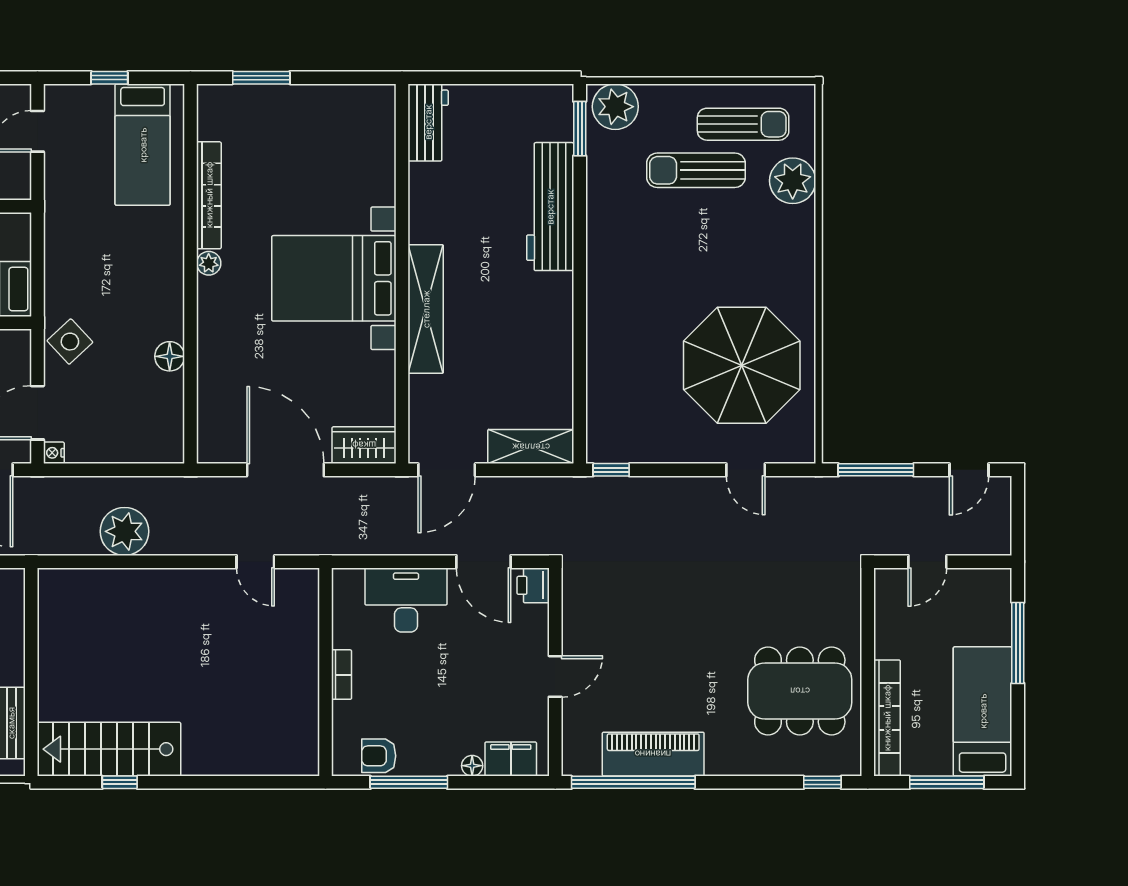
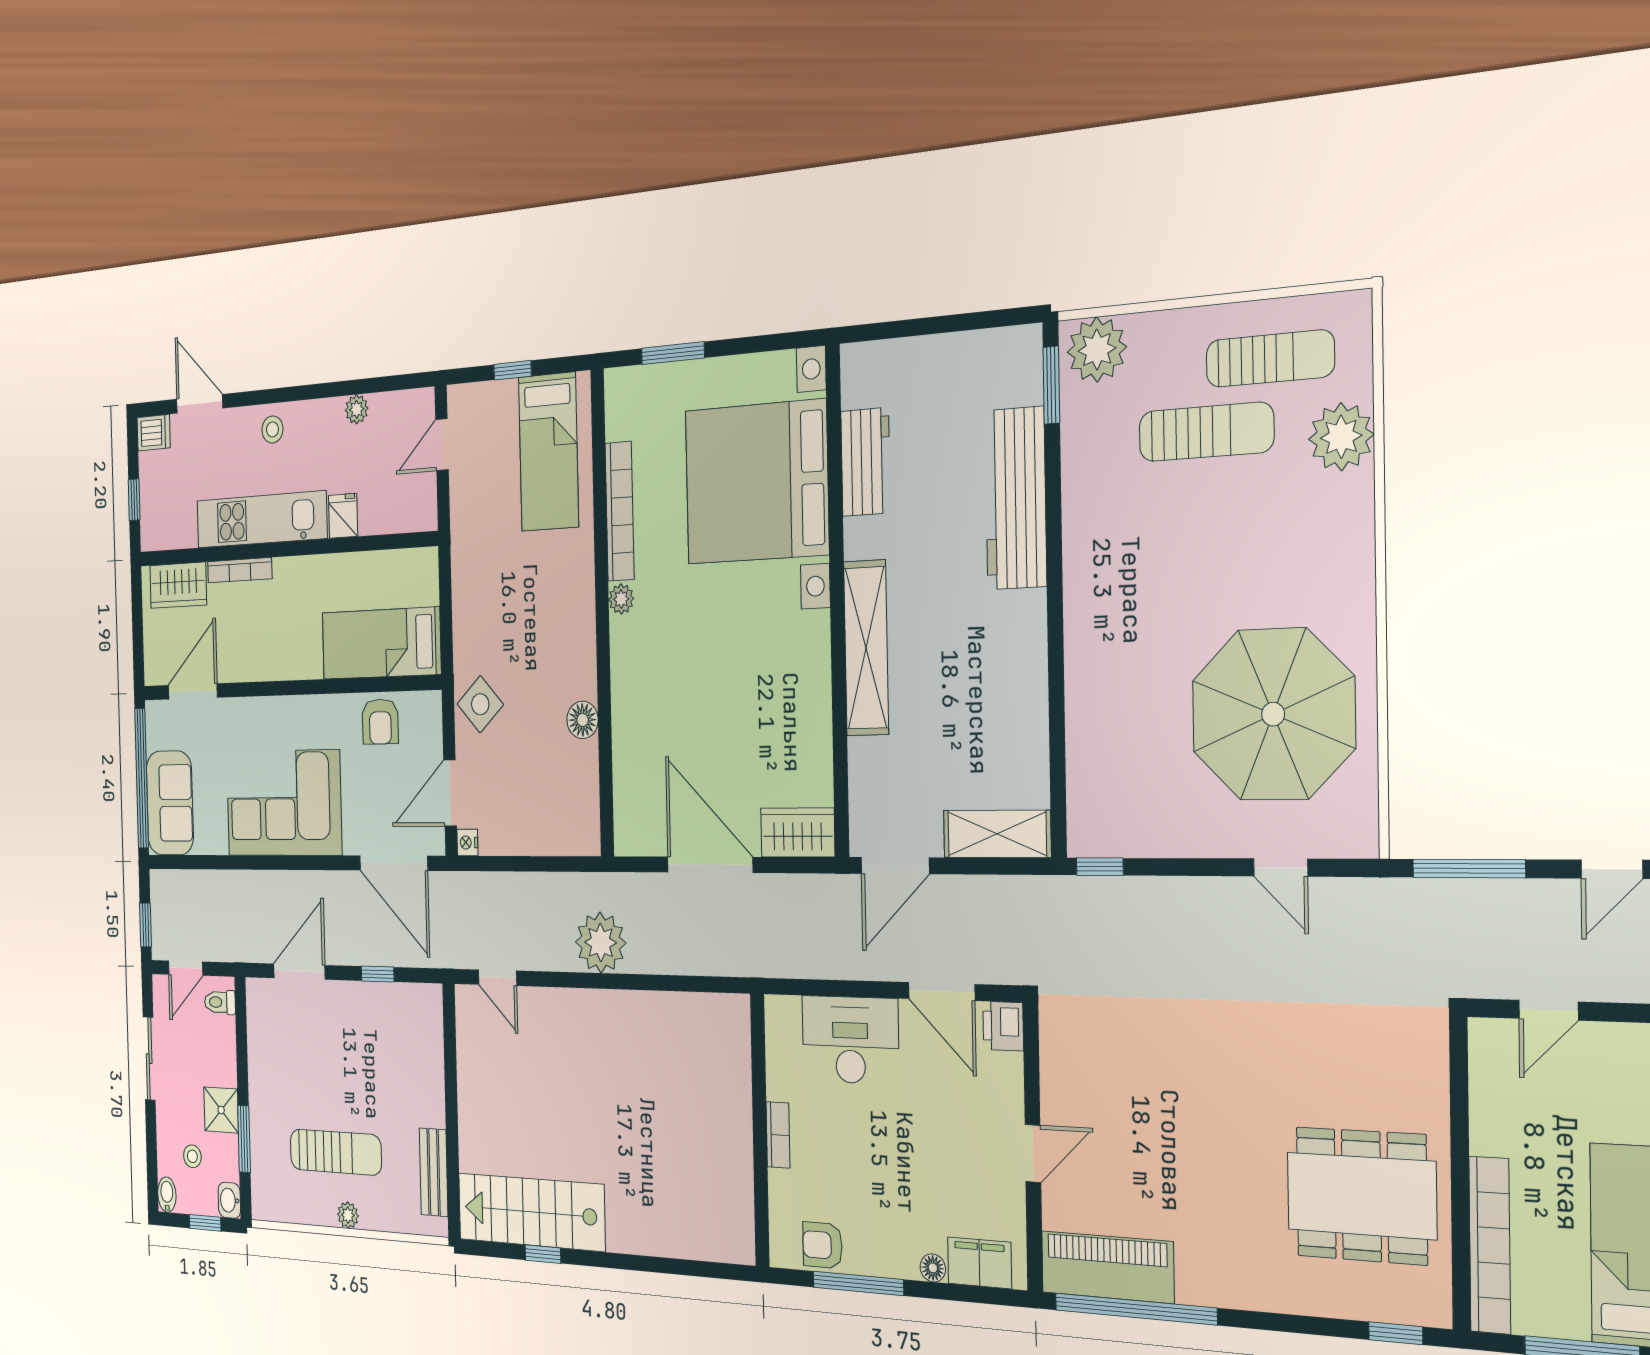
workbench: (428, 122) -> (865, 462), moved
sun lounger: (696, 170) -> (1206, 432), turned 180
bed with nightstands: (334, 278) -> (756, 482), moved, width x1.36
plant: (124, 531) -> (601, 943), moved
door: (255, 562) -> (497, 978), moved
piano: (653, 754) -> (1107, 1267), moved

